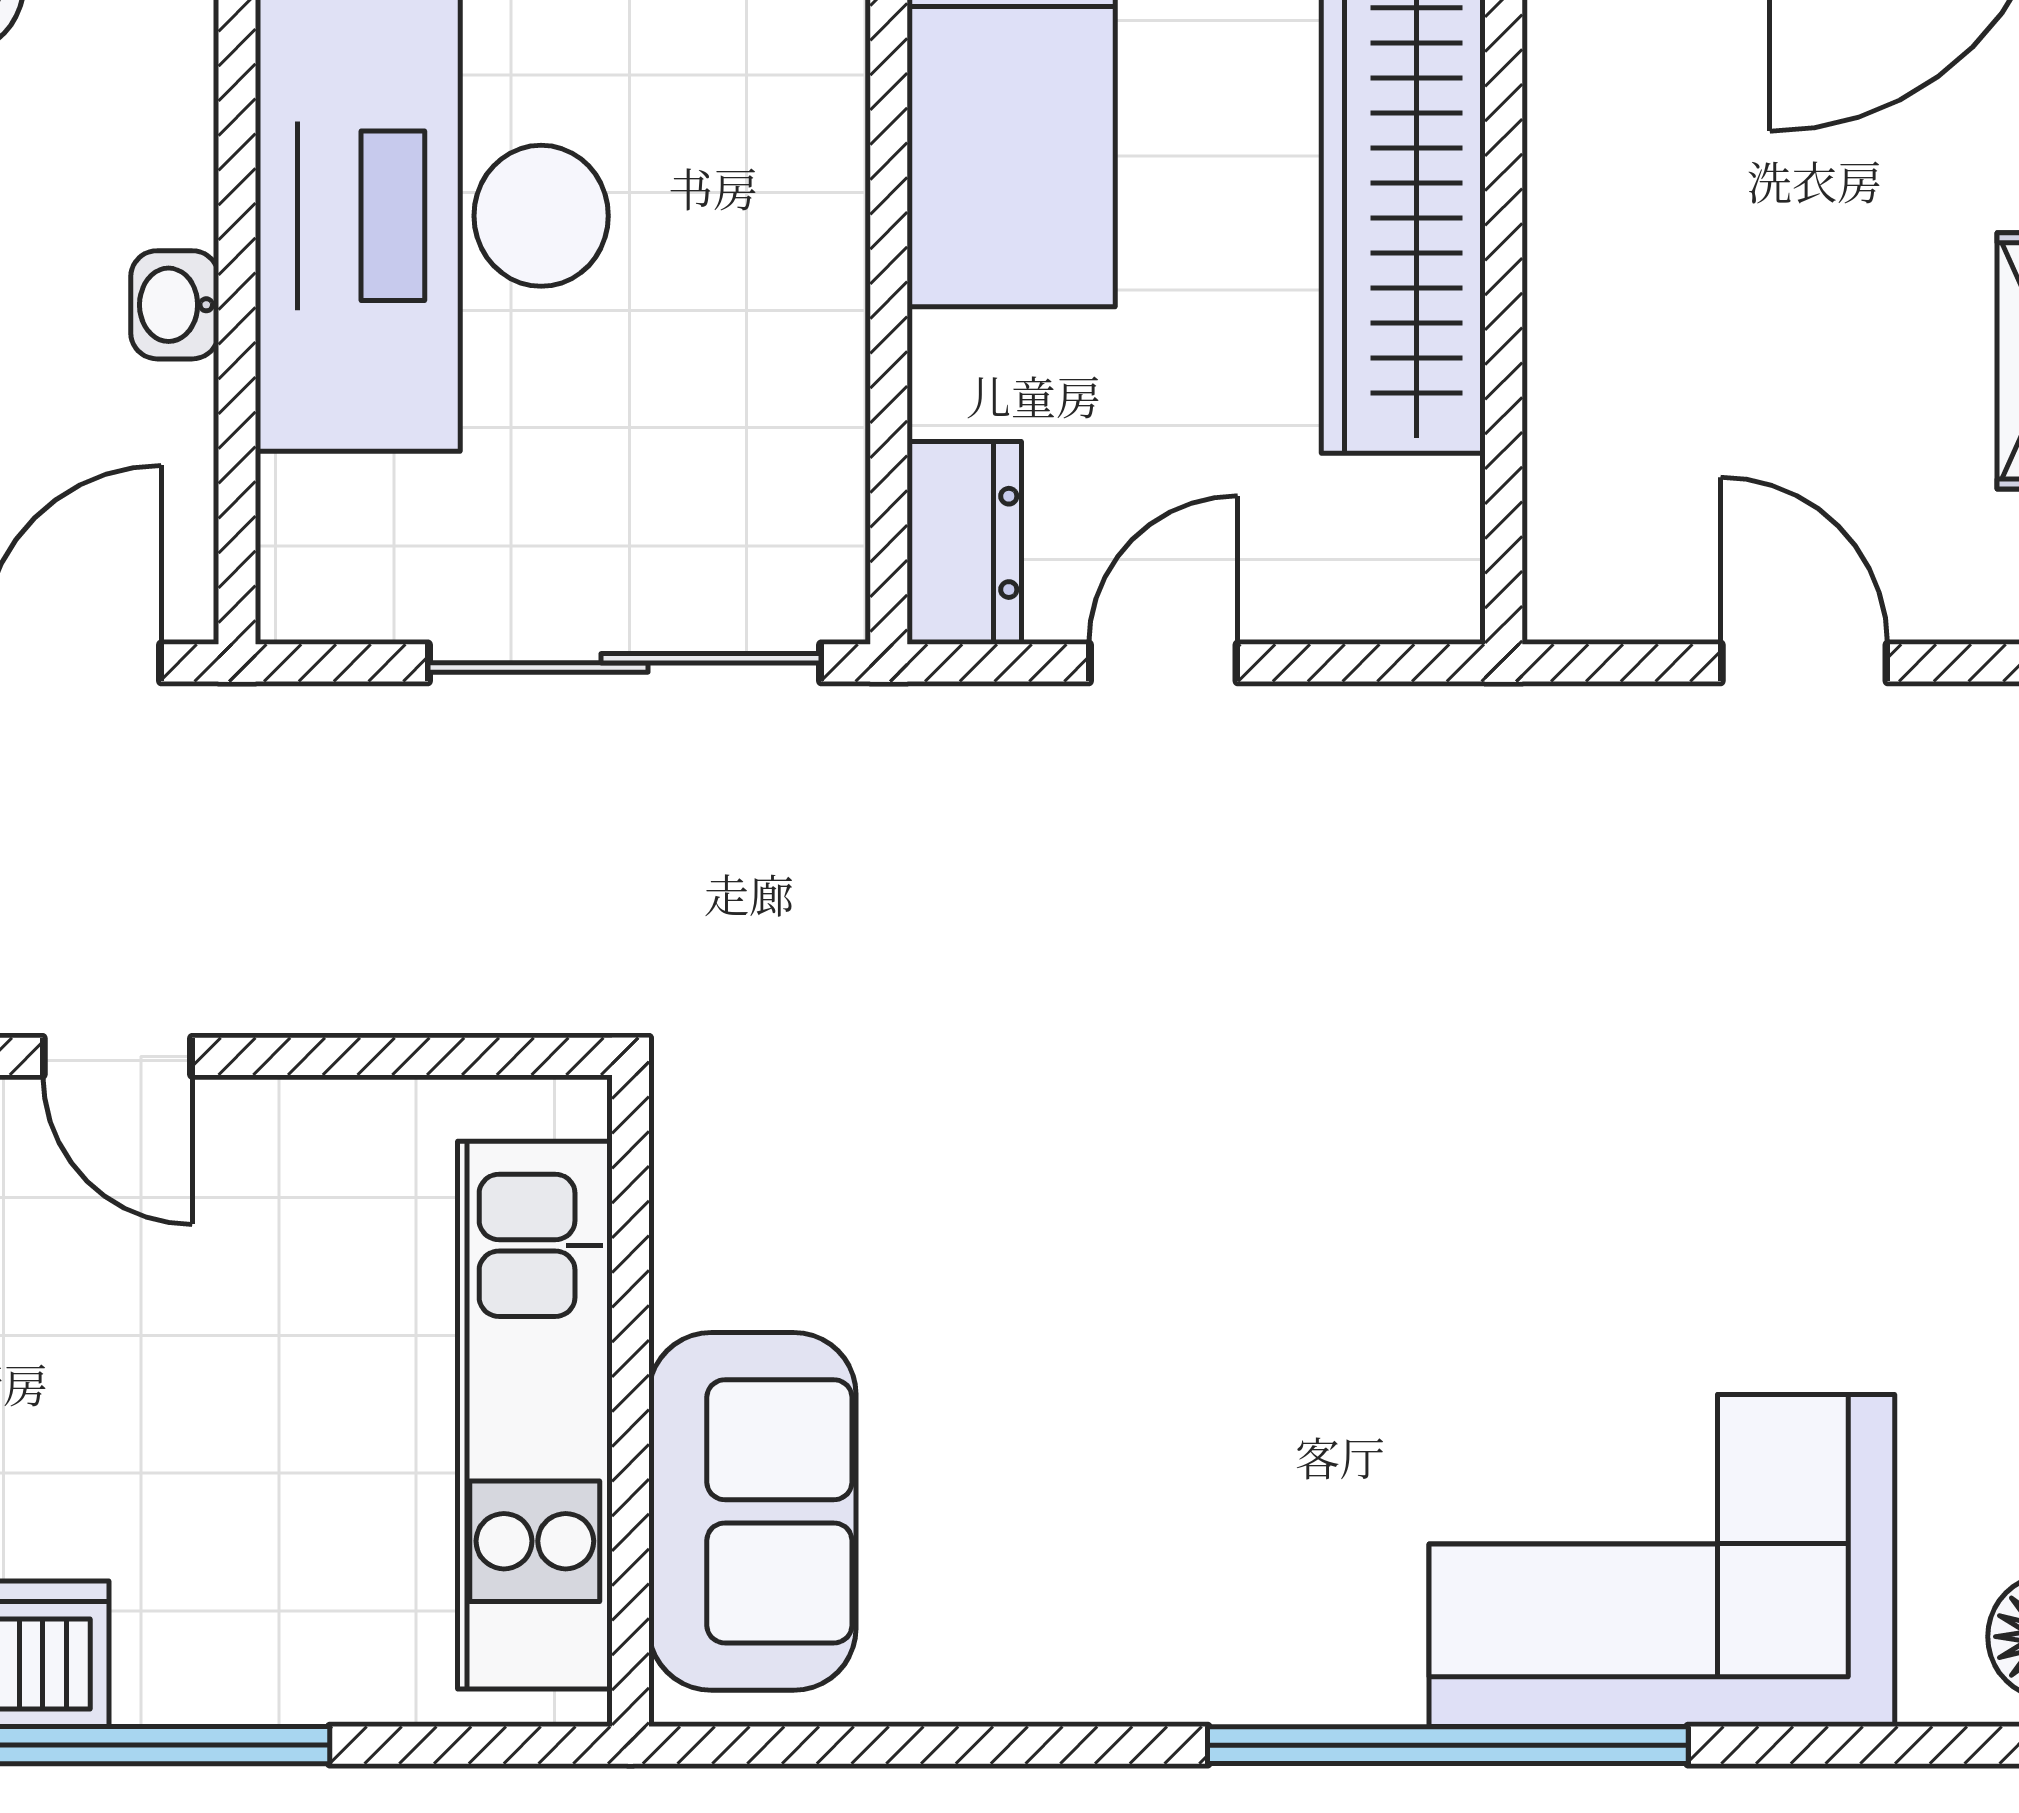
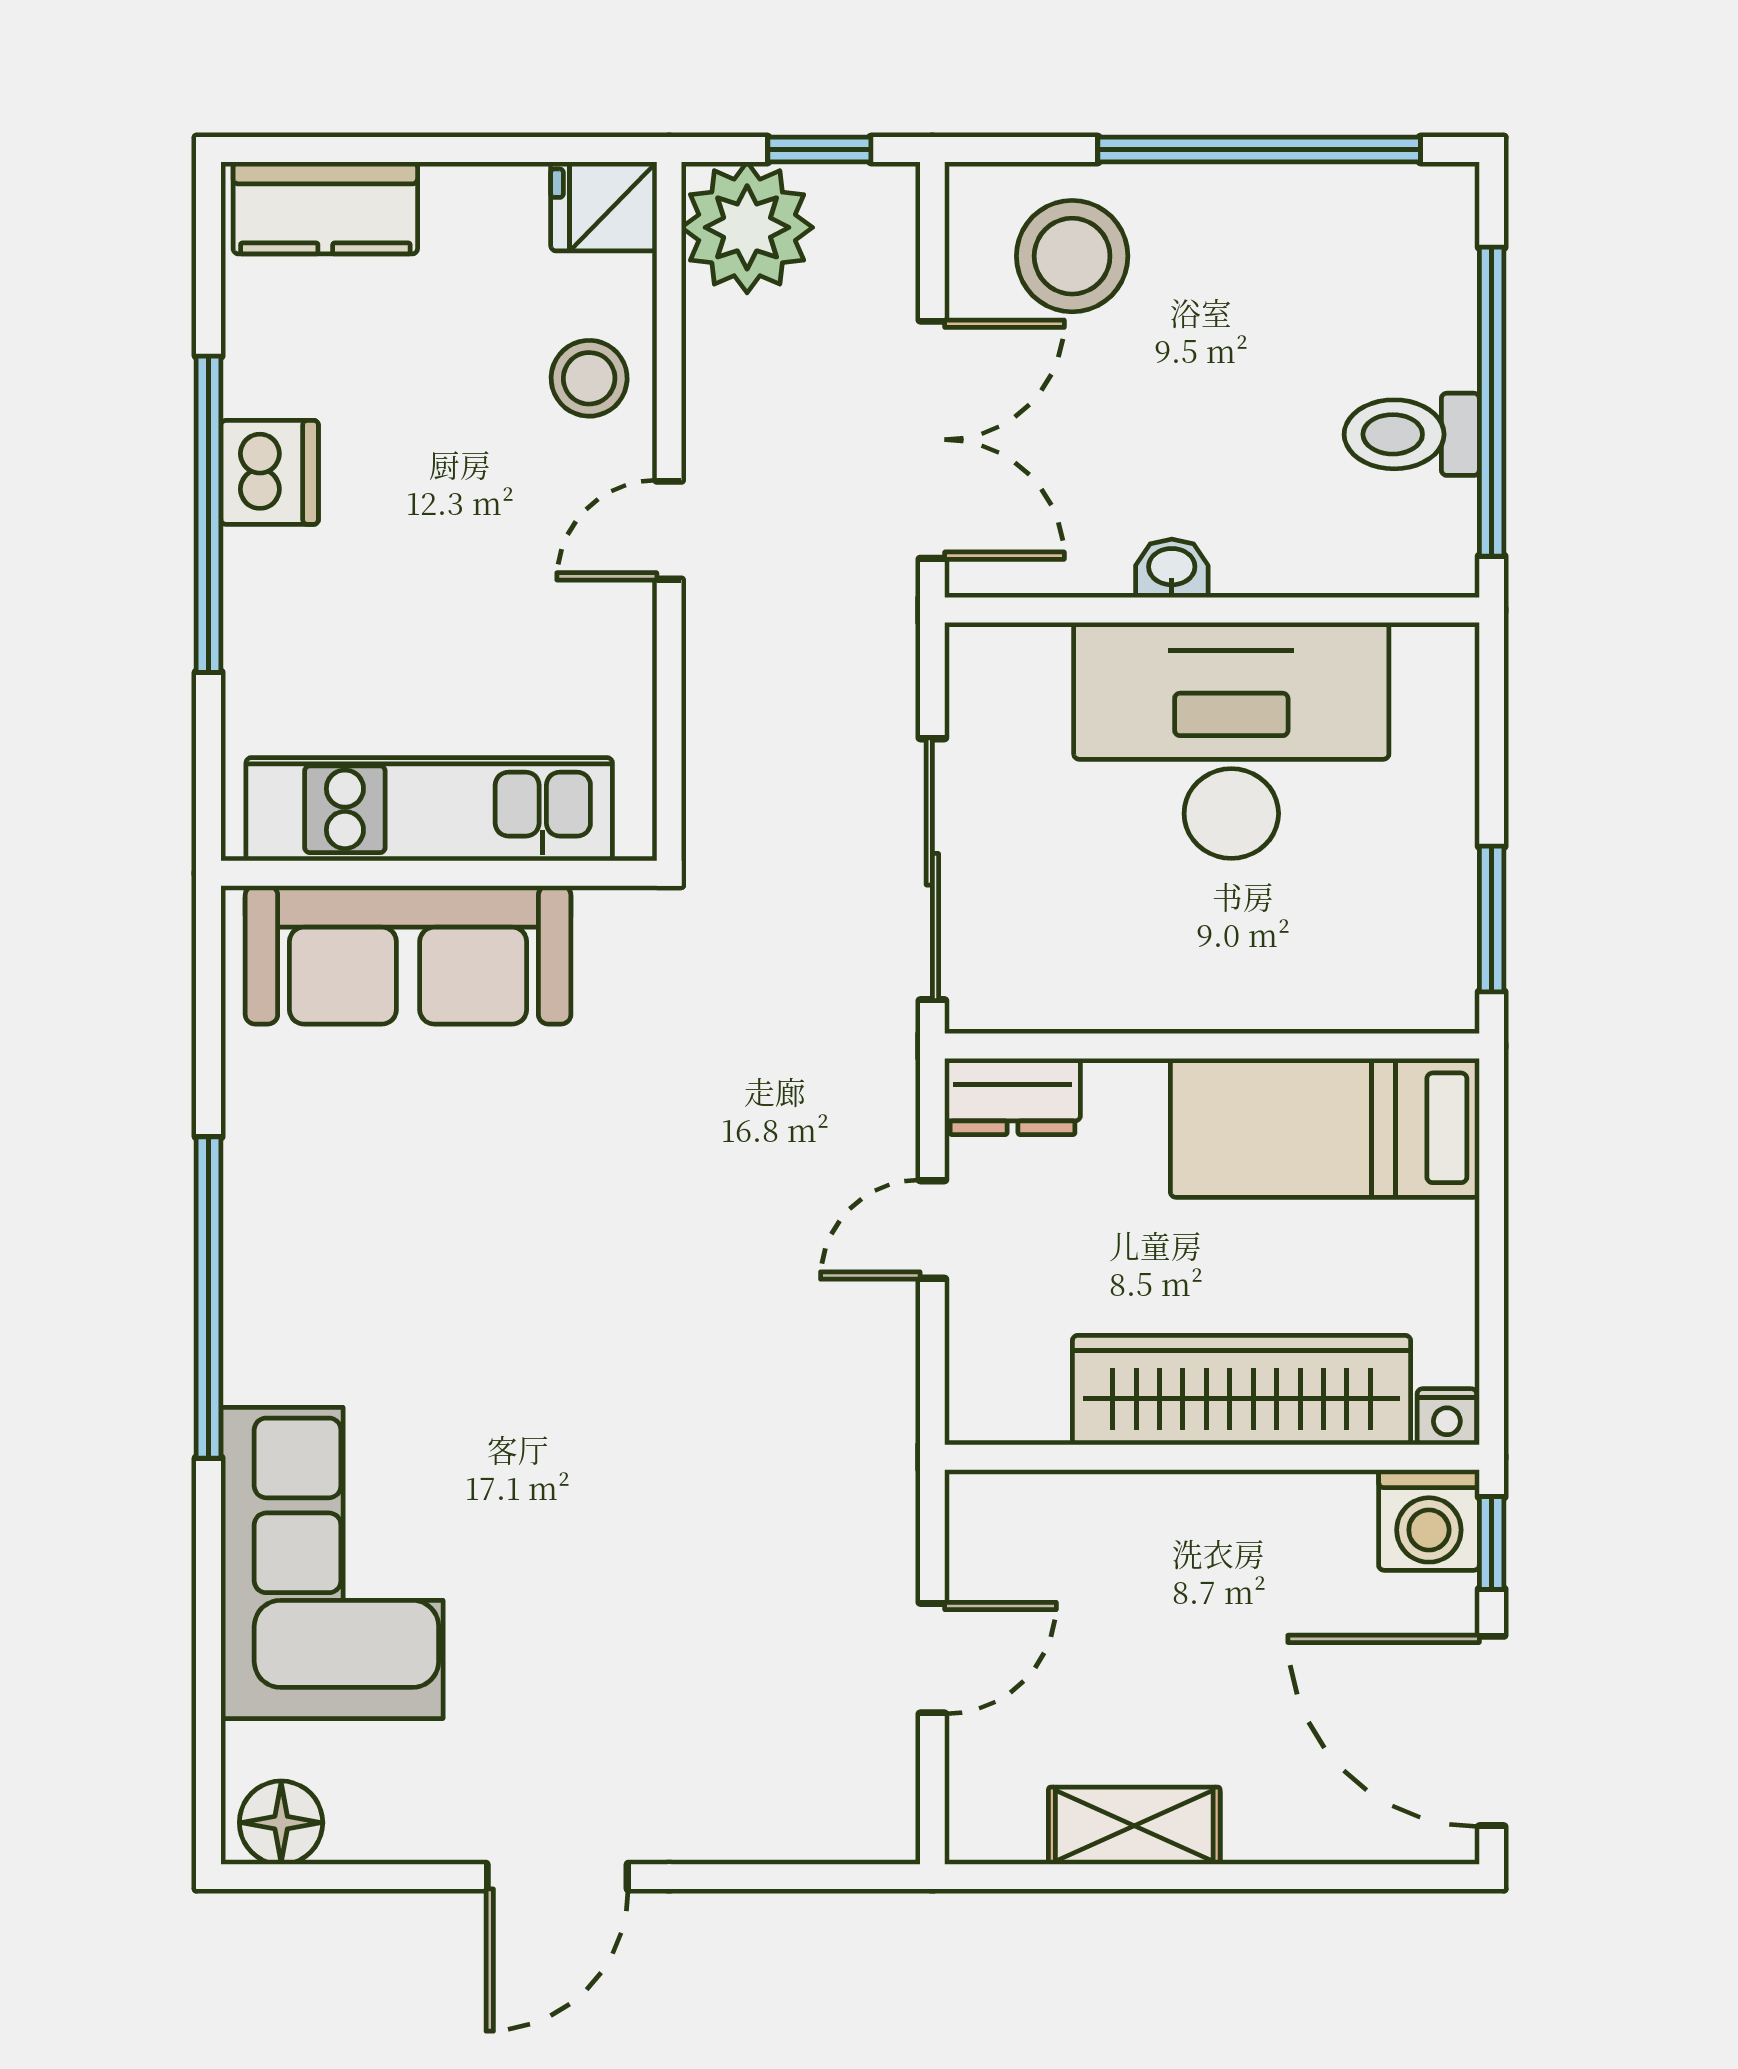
door: (1163, 663) -> (932, 1230), swing flipped
sofa: (752, 1511) -> (408, 955), width x1.36
window: (1448, 1745) -> (209, 1297), moved

